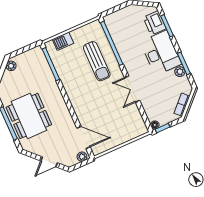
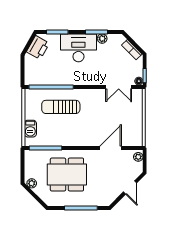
printer: (155, 23) -> (38, 48), moved, turned -60
sun lounger: (97, 61) -> (61, 107), turned 180
double door: (132, 89) -> (119, 87), moved
dining table: (29, 116) -> (67, 175), moved
door: (84, 137) -> (111, 148), moved

